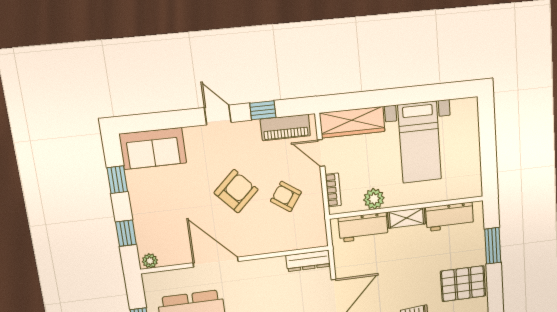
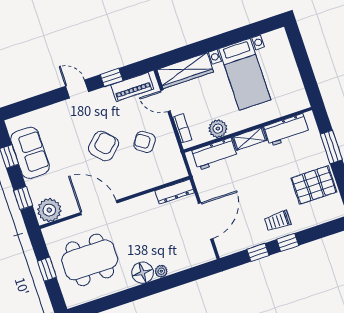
sofa: (153, 148) -> (30, 153), moved, turned -90
plant: (150, 261) -> (49, 210), width x1.88, depth x1.88

